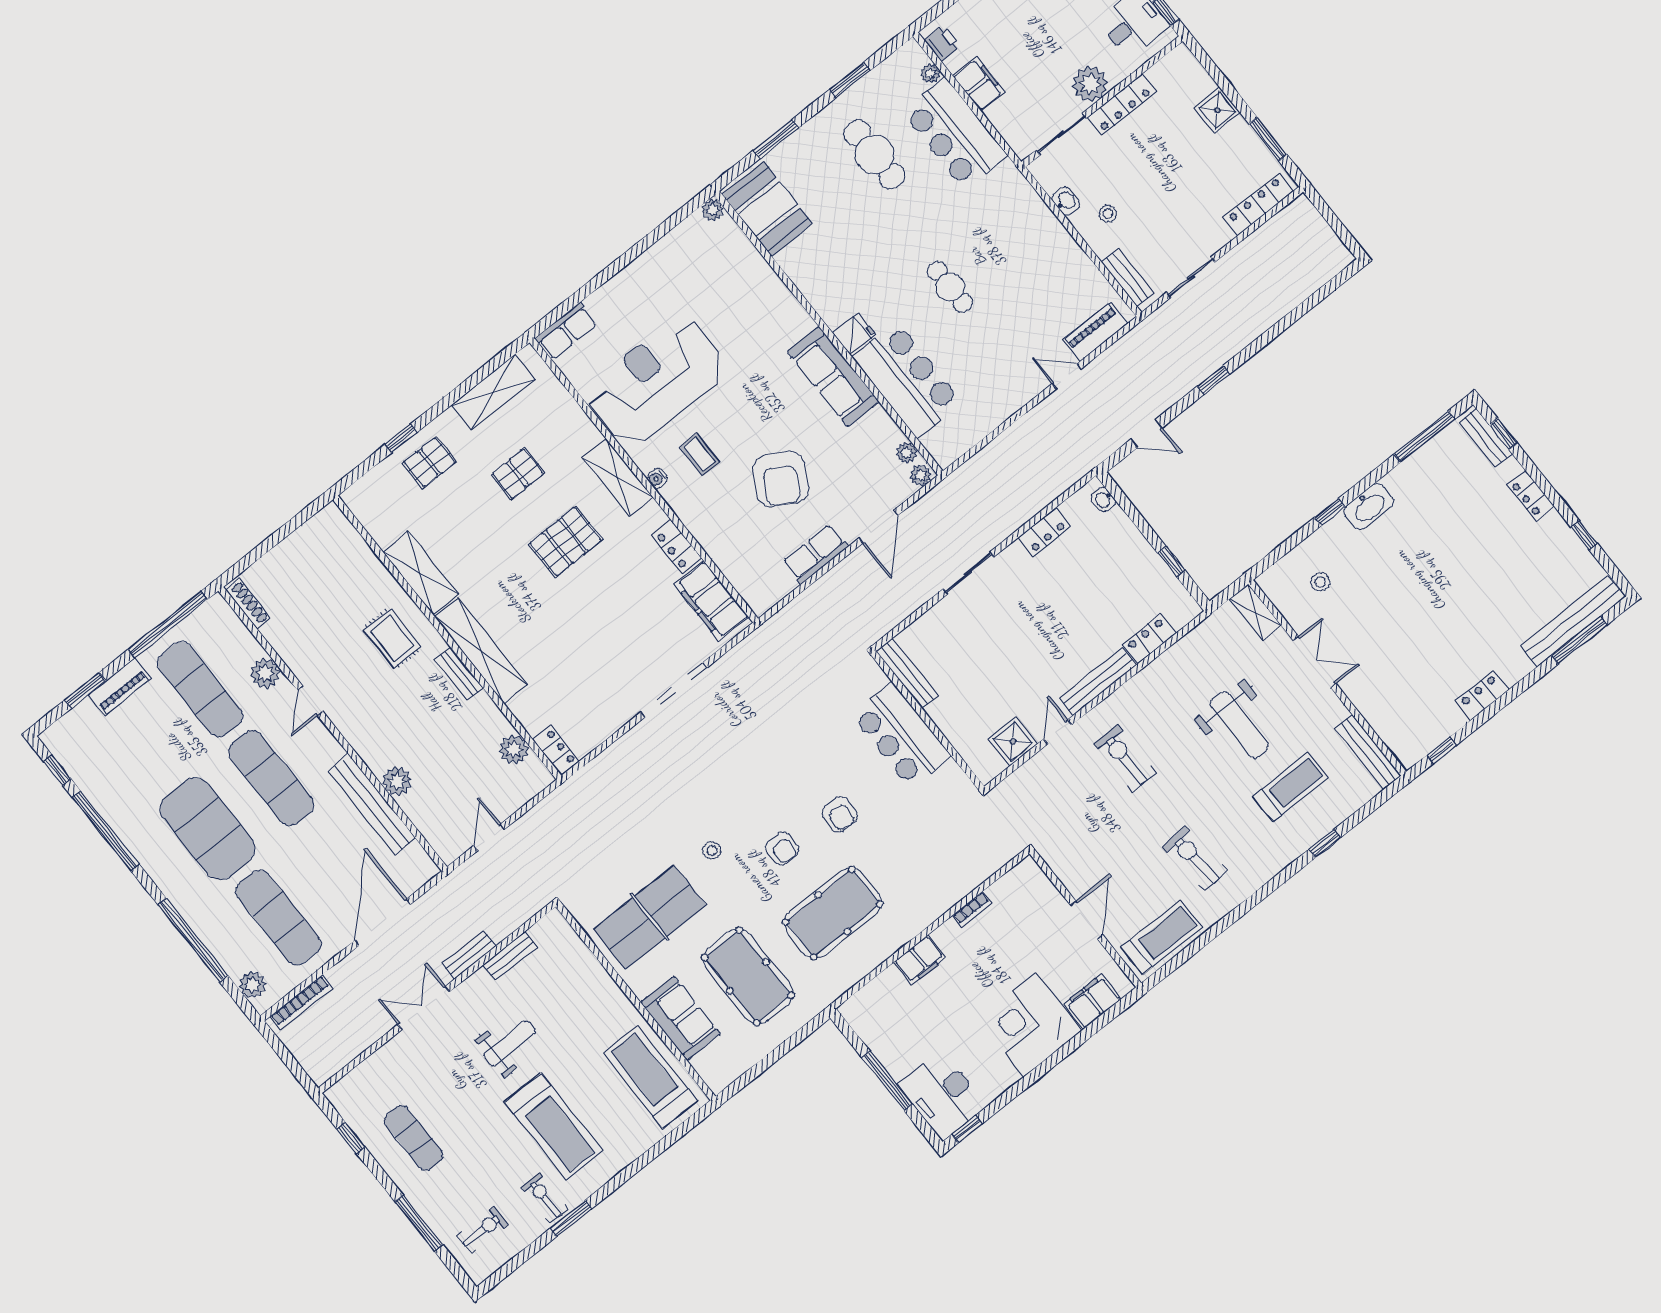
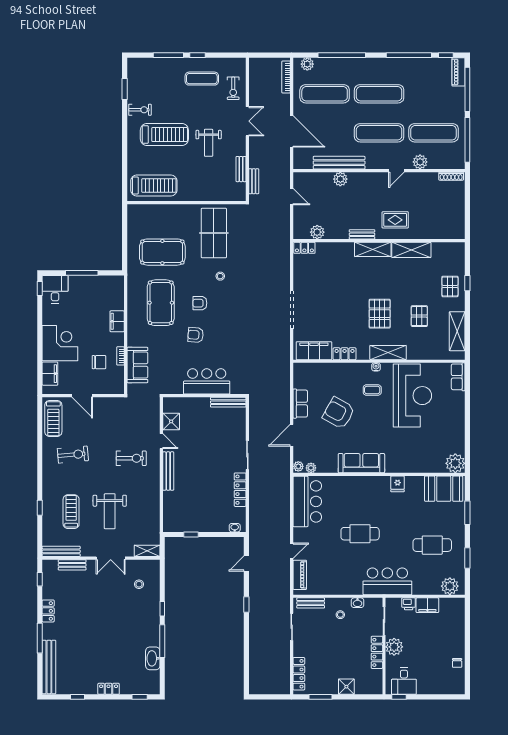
printer: (942, 43) -> (409, 604), moved
plant: (930, 74) -> (450, 586), width x1.88, depth x1.88
bar counter: (955, 134) -> (387, 581), moved
plant: (713, 210) -> (455, 463), width x1.88, depth x1.88
cafe table: (950, 287) -> (360, 534), width x1.37, depth x1.35
fridge: (854, 334) -> (398, 484), moved
bar counter: (907, 380) -> (307, 501), moved, turned -90
window: (1425, 436) -> (162, 641), moved
bench: (1486, 438) -> (72, 565), moved
washbasin: (1369, 506) -> (153, 658), moved
door: (878, 527) -> (292, 435), hinge flipped
locker: (1044, 532) -> (240, 490), width x1.53
locker: (1149, 639) -> (169, 503), removed
window: (1579, 640) -> (40, 638), moved
shelving: (481, 650) -> (373, 249), width x0.68
piano: (119, 687) -> (459, 72), moved
window: (85, 690) -> (467, 89), width x2.11
door: (310, 701) -> (396, 171), swing flipped
weight bench: (1239, 725) -> (110, 511), turned -90
treadmill: (1290, 787) -> (71, 512), turned 180
exercise mat: (207, 829) -> (379, 94), width x0.68
chair: (1010, 936) -> (99, 362), added
bench: (469, 955) -> (254, 181), moved
sofa: (681, 1018) -> (137, 365), moved, turned -90
desk: (942, 1095) -> (55, 289), width x0.73
treadmill: (554, 1126) -> (164, 135), turned 180
window: (351, 1138) -> (198, 55), moved
window: (571, 1219) -> (125, 89), moved
exercise bike: (483, 1230) -> (233, 88), moved

